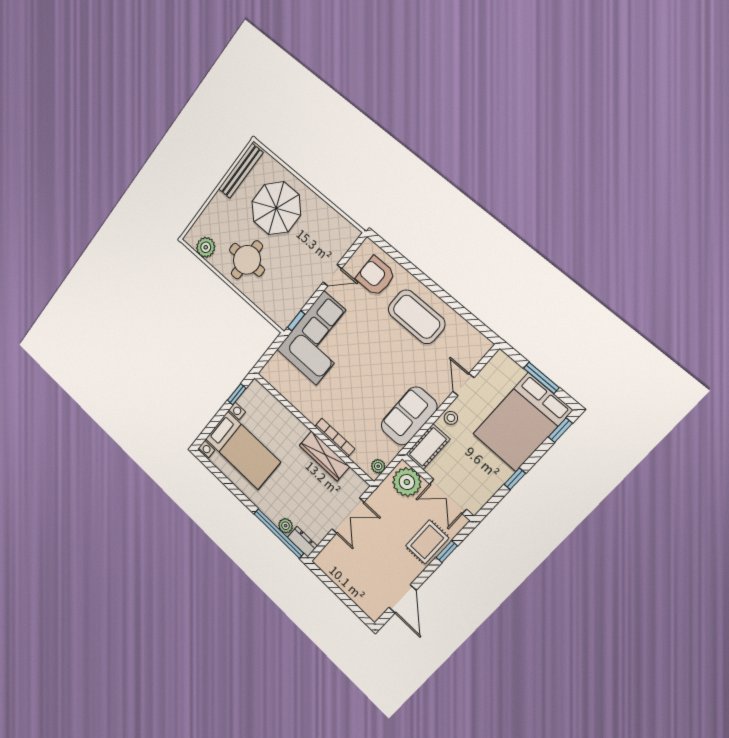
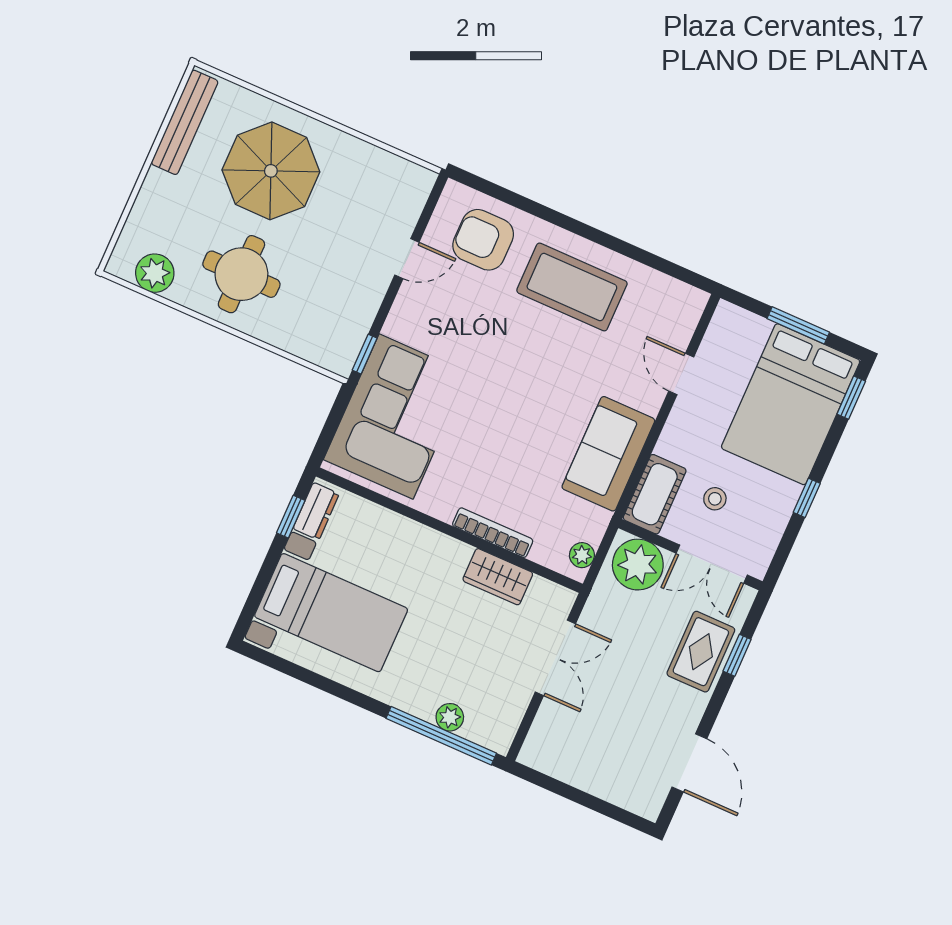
corner sofa: (320, 338) -> (396, 416), moved
stool: (451, 418) -> (715, 499), moved
wardrobe: (324, 456) -> (498, 577), width x0.67
dresser: (302, 542) -> (316, 511), moved, turned 90

